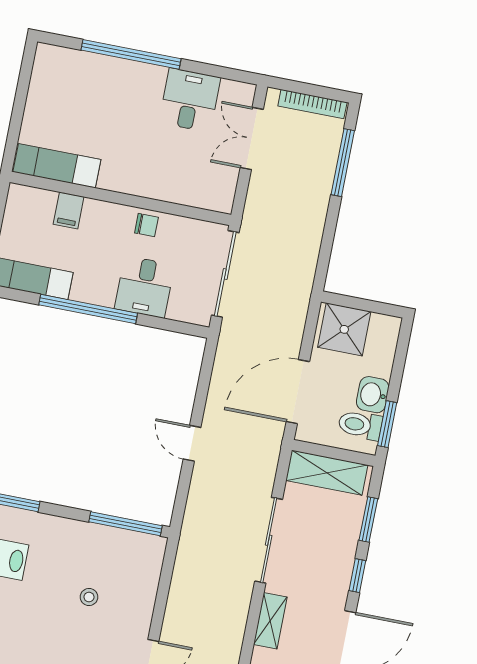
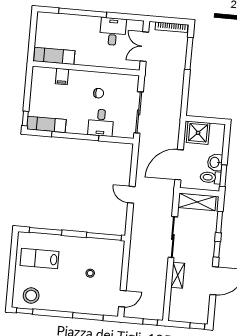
exam couch: (57, 166) -> (54, 56), moved
wall: (120, 199) -> (86, 68), moved
filing cabinet: (69, 210) -> (62, 77), moved

